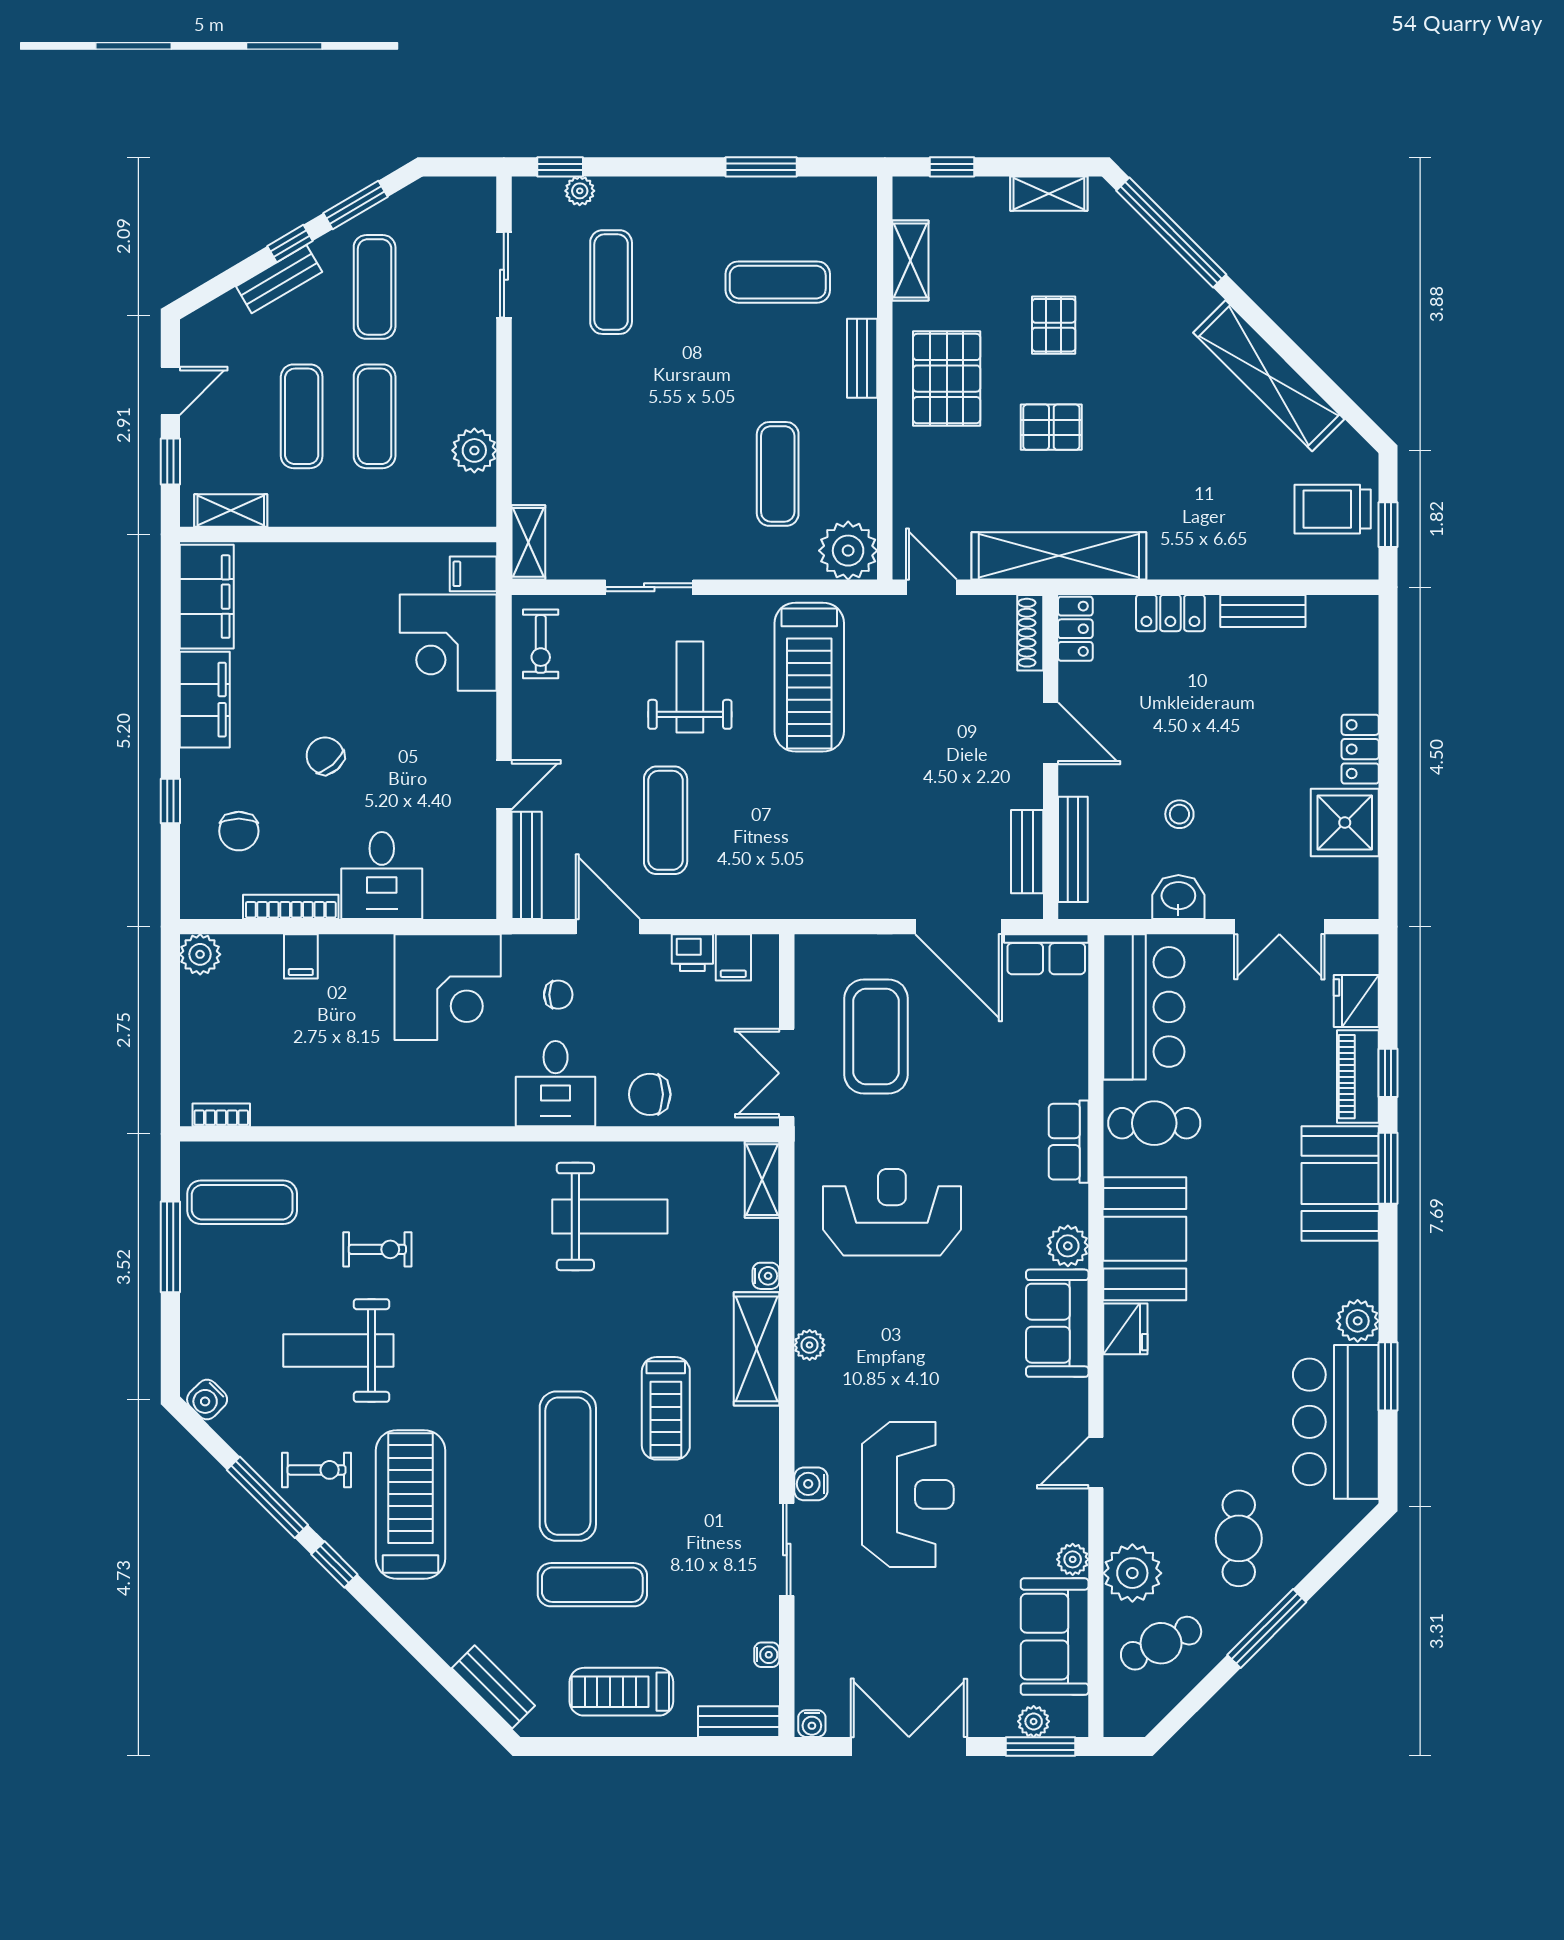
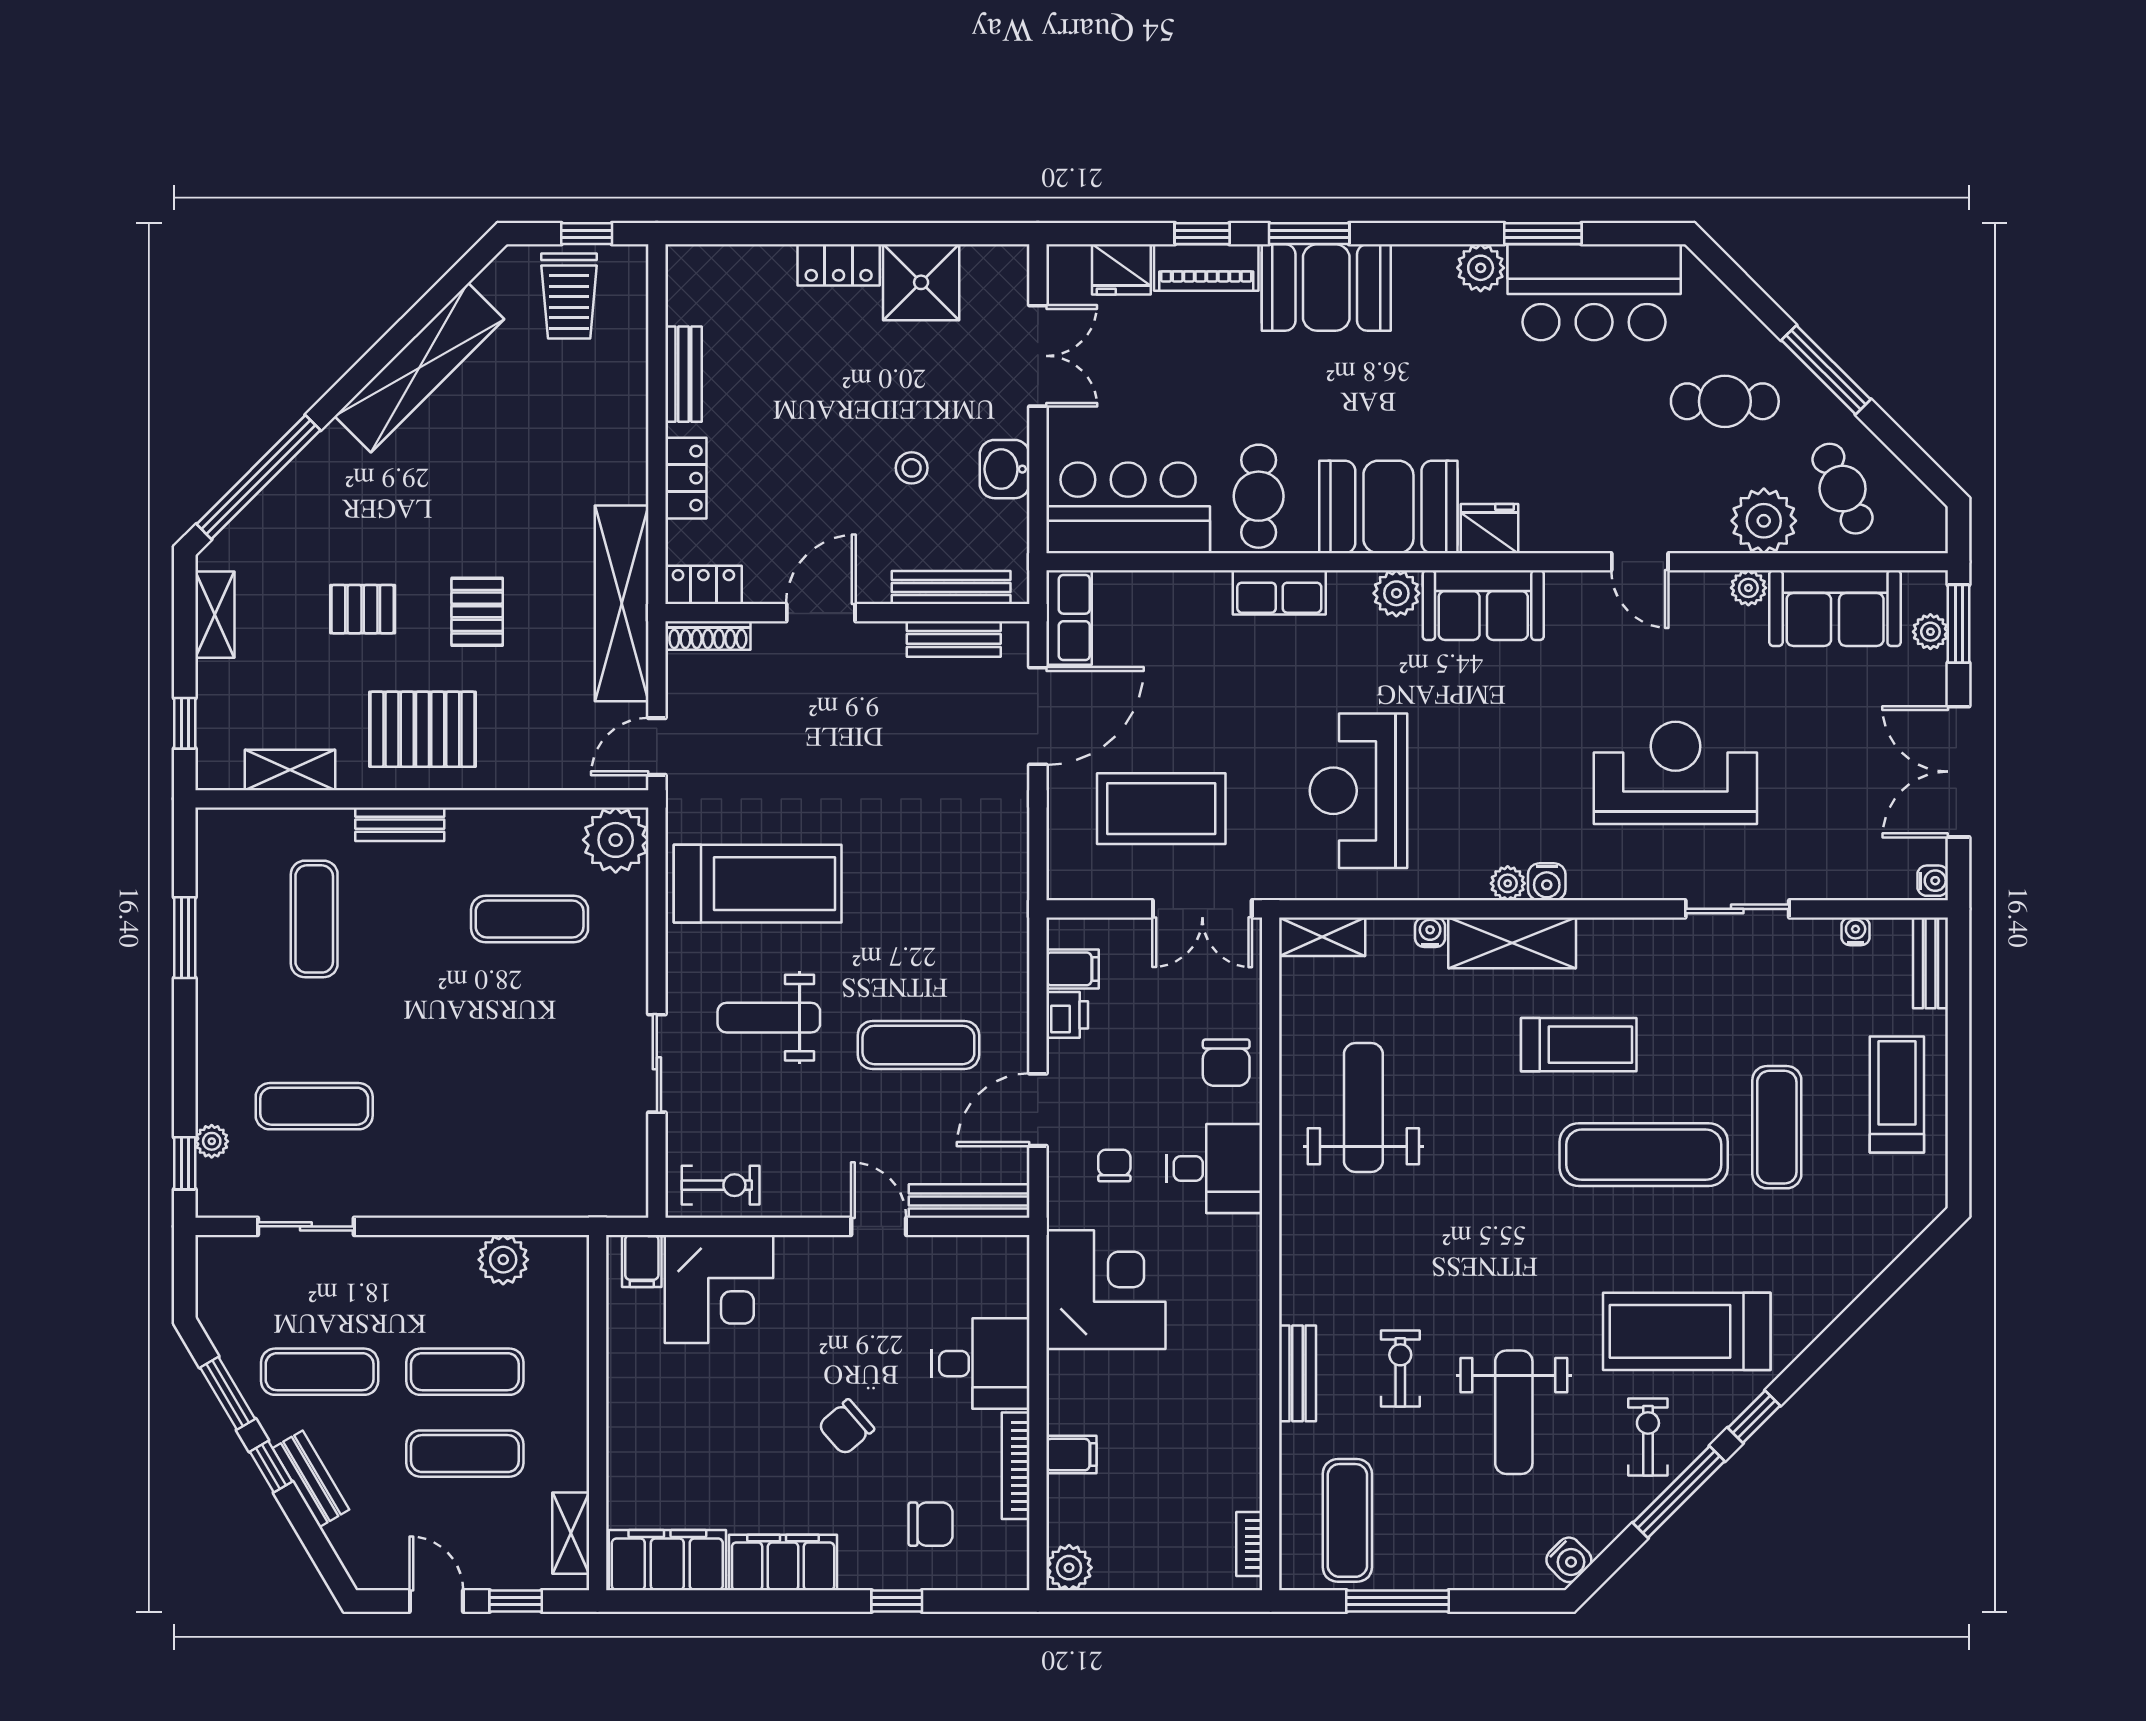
shelving: (528, 542) -> (607, 1199), removed
water cooler: (811, 1484) -> (1547, 882), moved
bench: (493, 1687) -> (1297, 1373), moved, turned -45
treadmill: (621, 1692) -> (1897, 1095), turned 180

